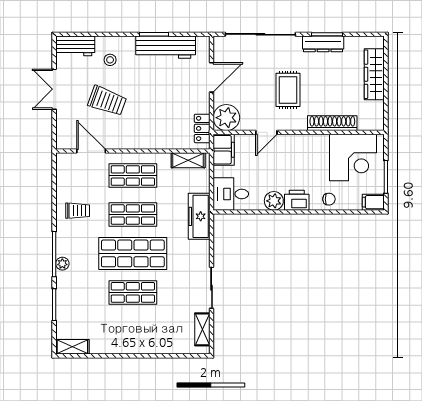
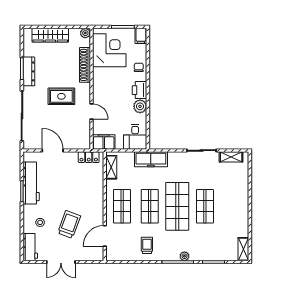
plant: (226, 118) -> (85, 33), moved, width x0.53, depth x0.53

